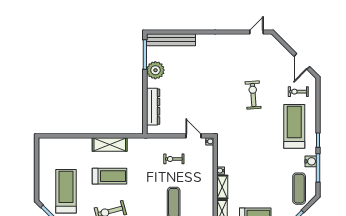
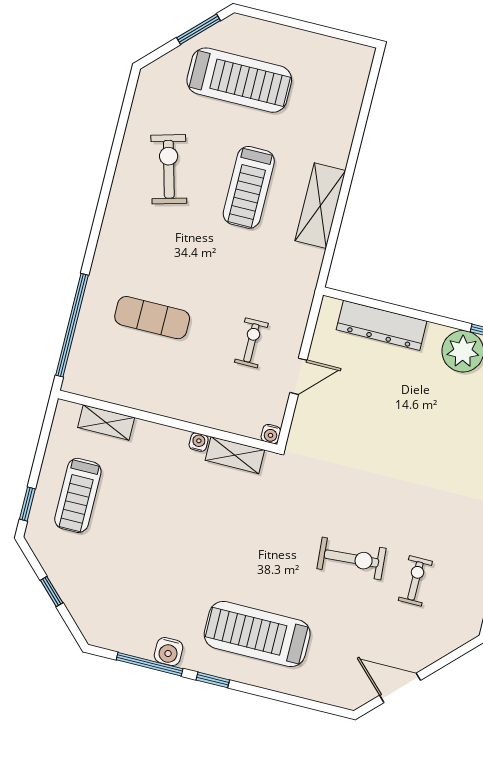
exercise bike: (298, 92) -> (415, 581), moved
treadmill: (294, 126) -> (257, 634), turned 180
door: (193, 136) -> (298, 376), moved
shelving: (222, 187) -> (235, 455), moved
exercise mat: (299, 189) -> (113, 610), removed

